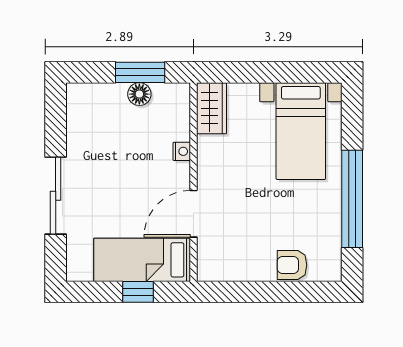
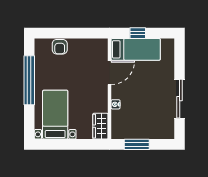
floor lamp: (139, 94) -> (137, 133), removed
sliding door: (56, 196) -> (180, 99), moved
armchair: (292, 265) -> (60, 47), turned 90

